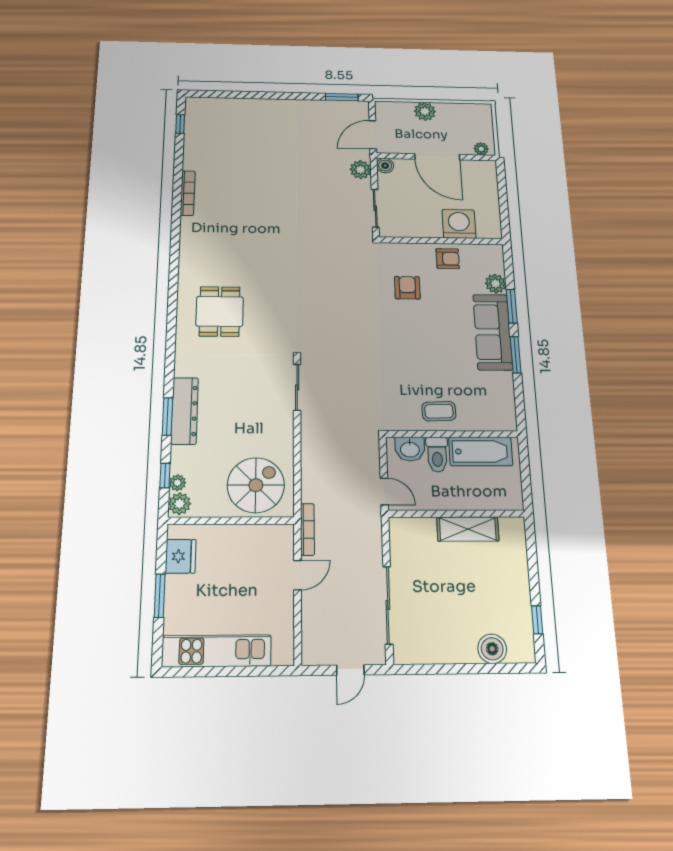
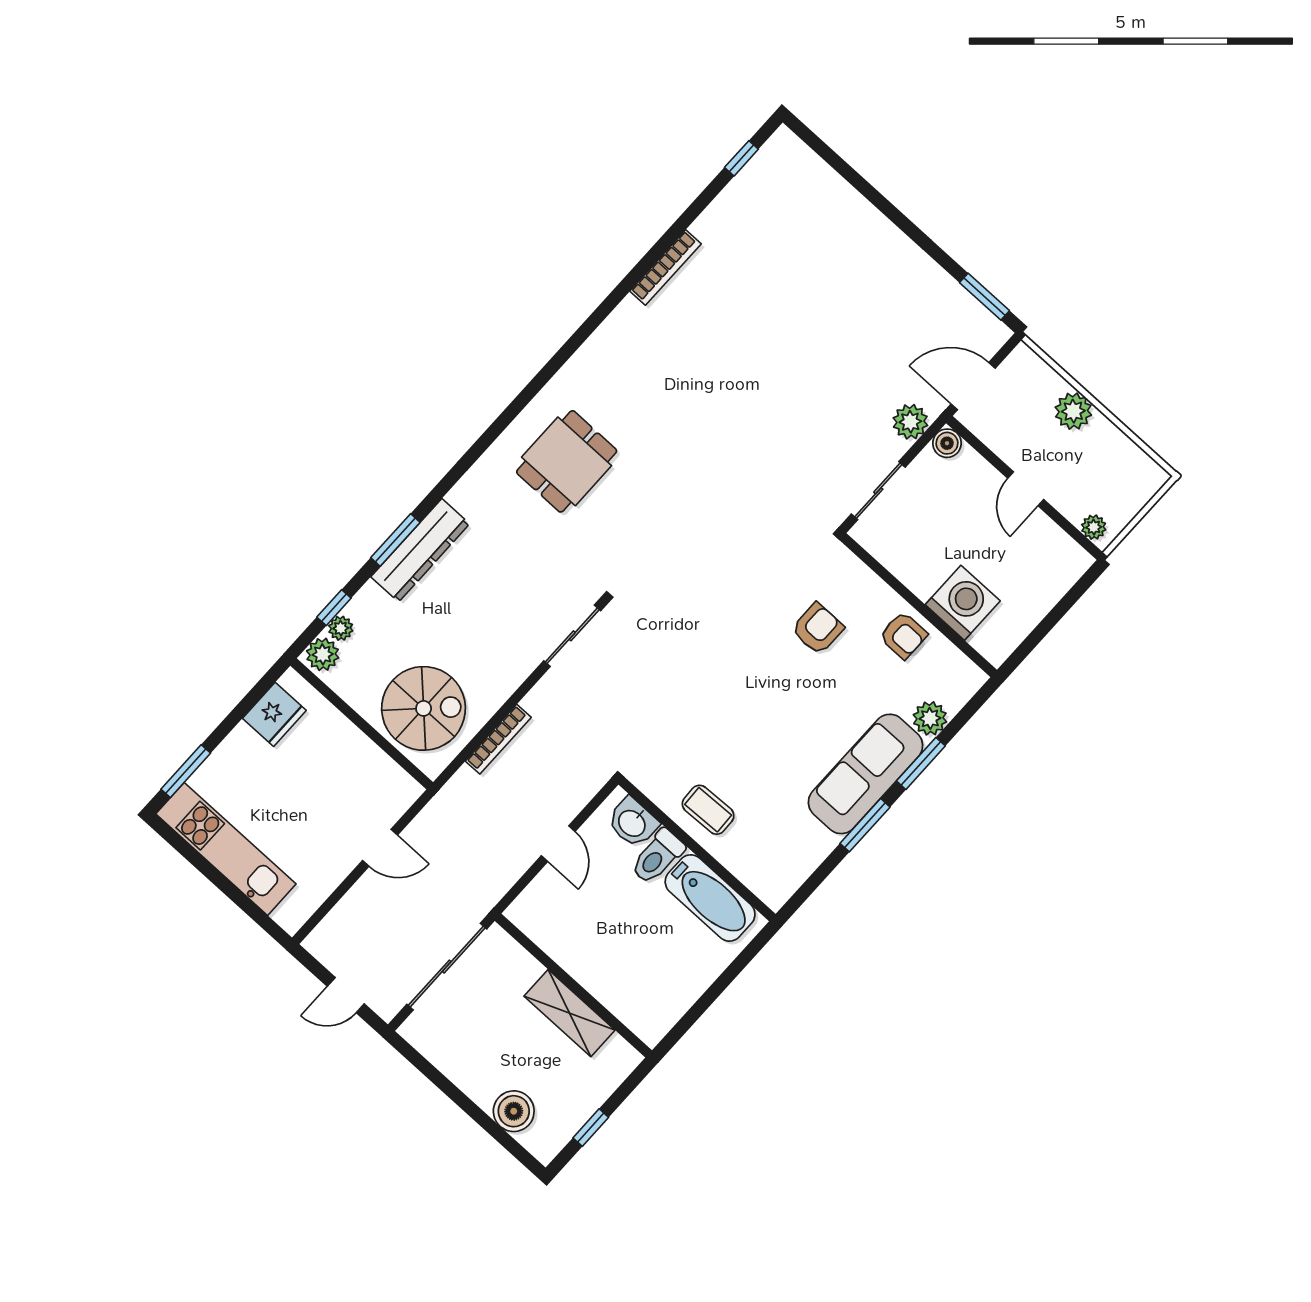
door: (437, 157) -> (1026, 489), width x0.53
wall: (457, 514) -> (573, 986), moved
bookcase: (307, 529) -> (498, 739), moved
shelving: (468, 529) -> (569, 1013), moved
window: (160, 596) -> (186, 771), moved

